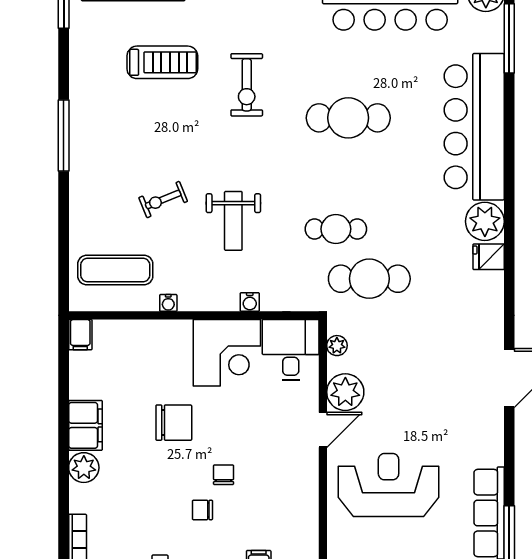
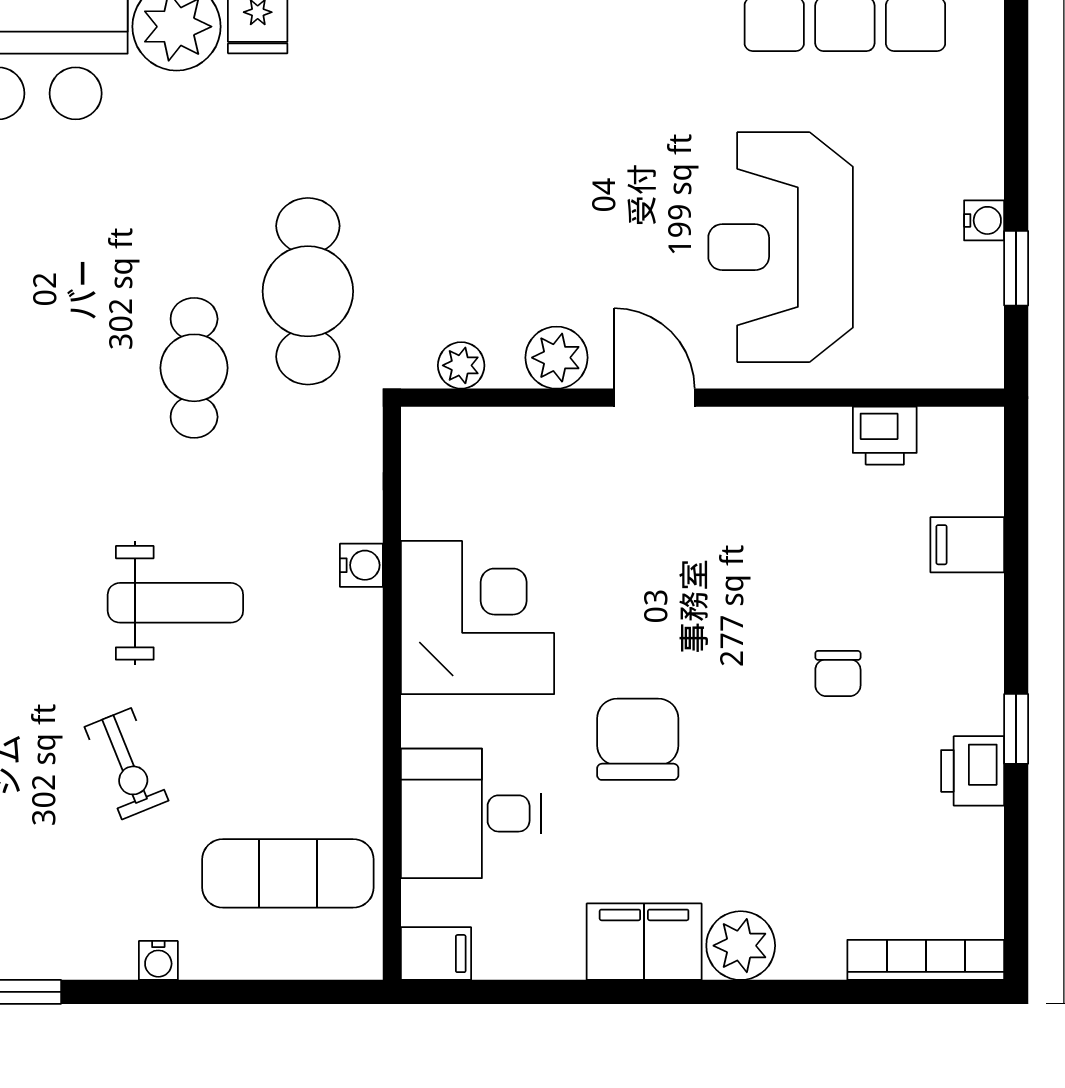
exercise mat: (115, 270) -> (288, 873), turned 90
water cooler: (168, 303) -> (158, 960), moved, turned 90
desk: (291, 350) -> (471, 813), moved
plant: (345, 392) -> (556, 358), width x0.73, depth x0.73
chair: (224, 475) -> (757, 625), removed
printer: (306, 530) -> (885, 436), added

